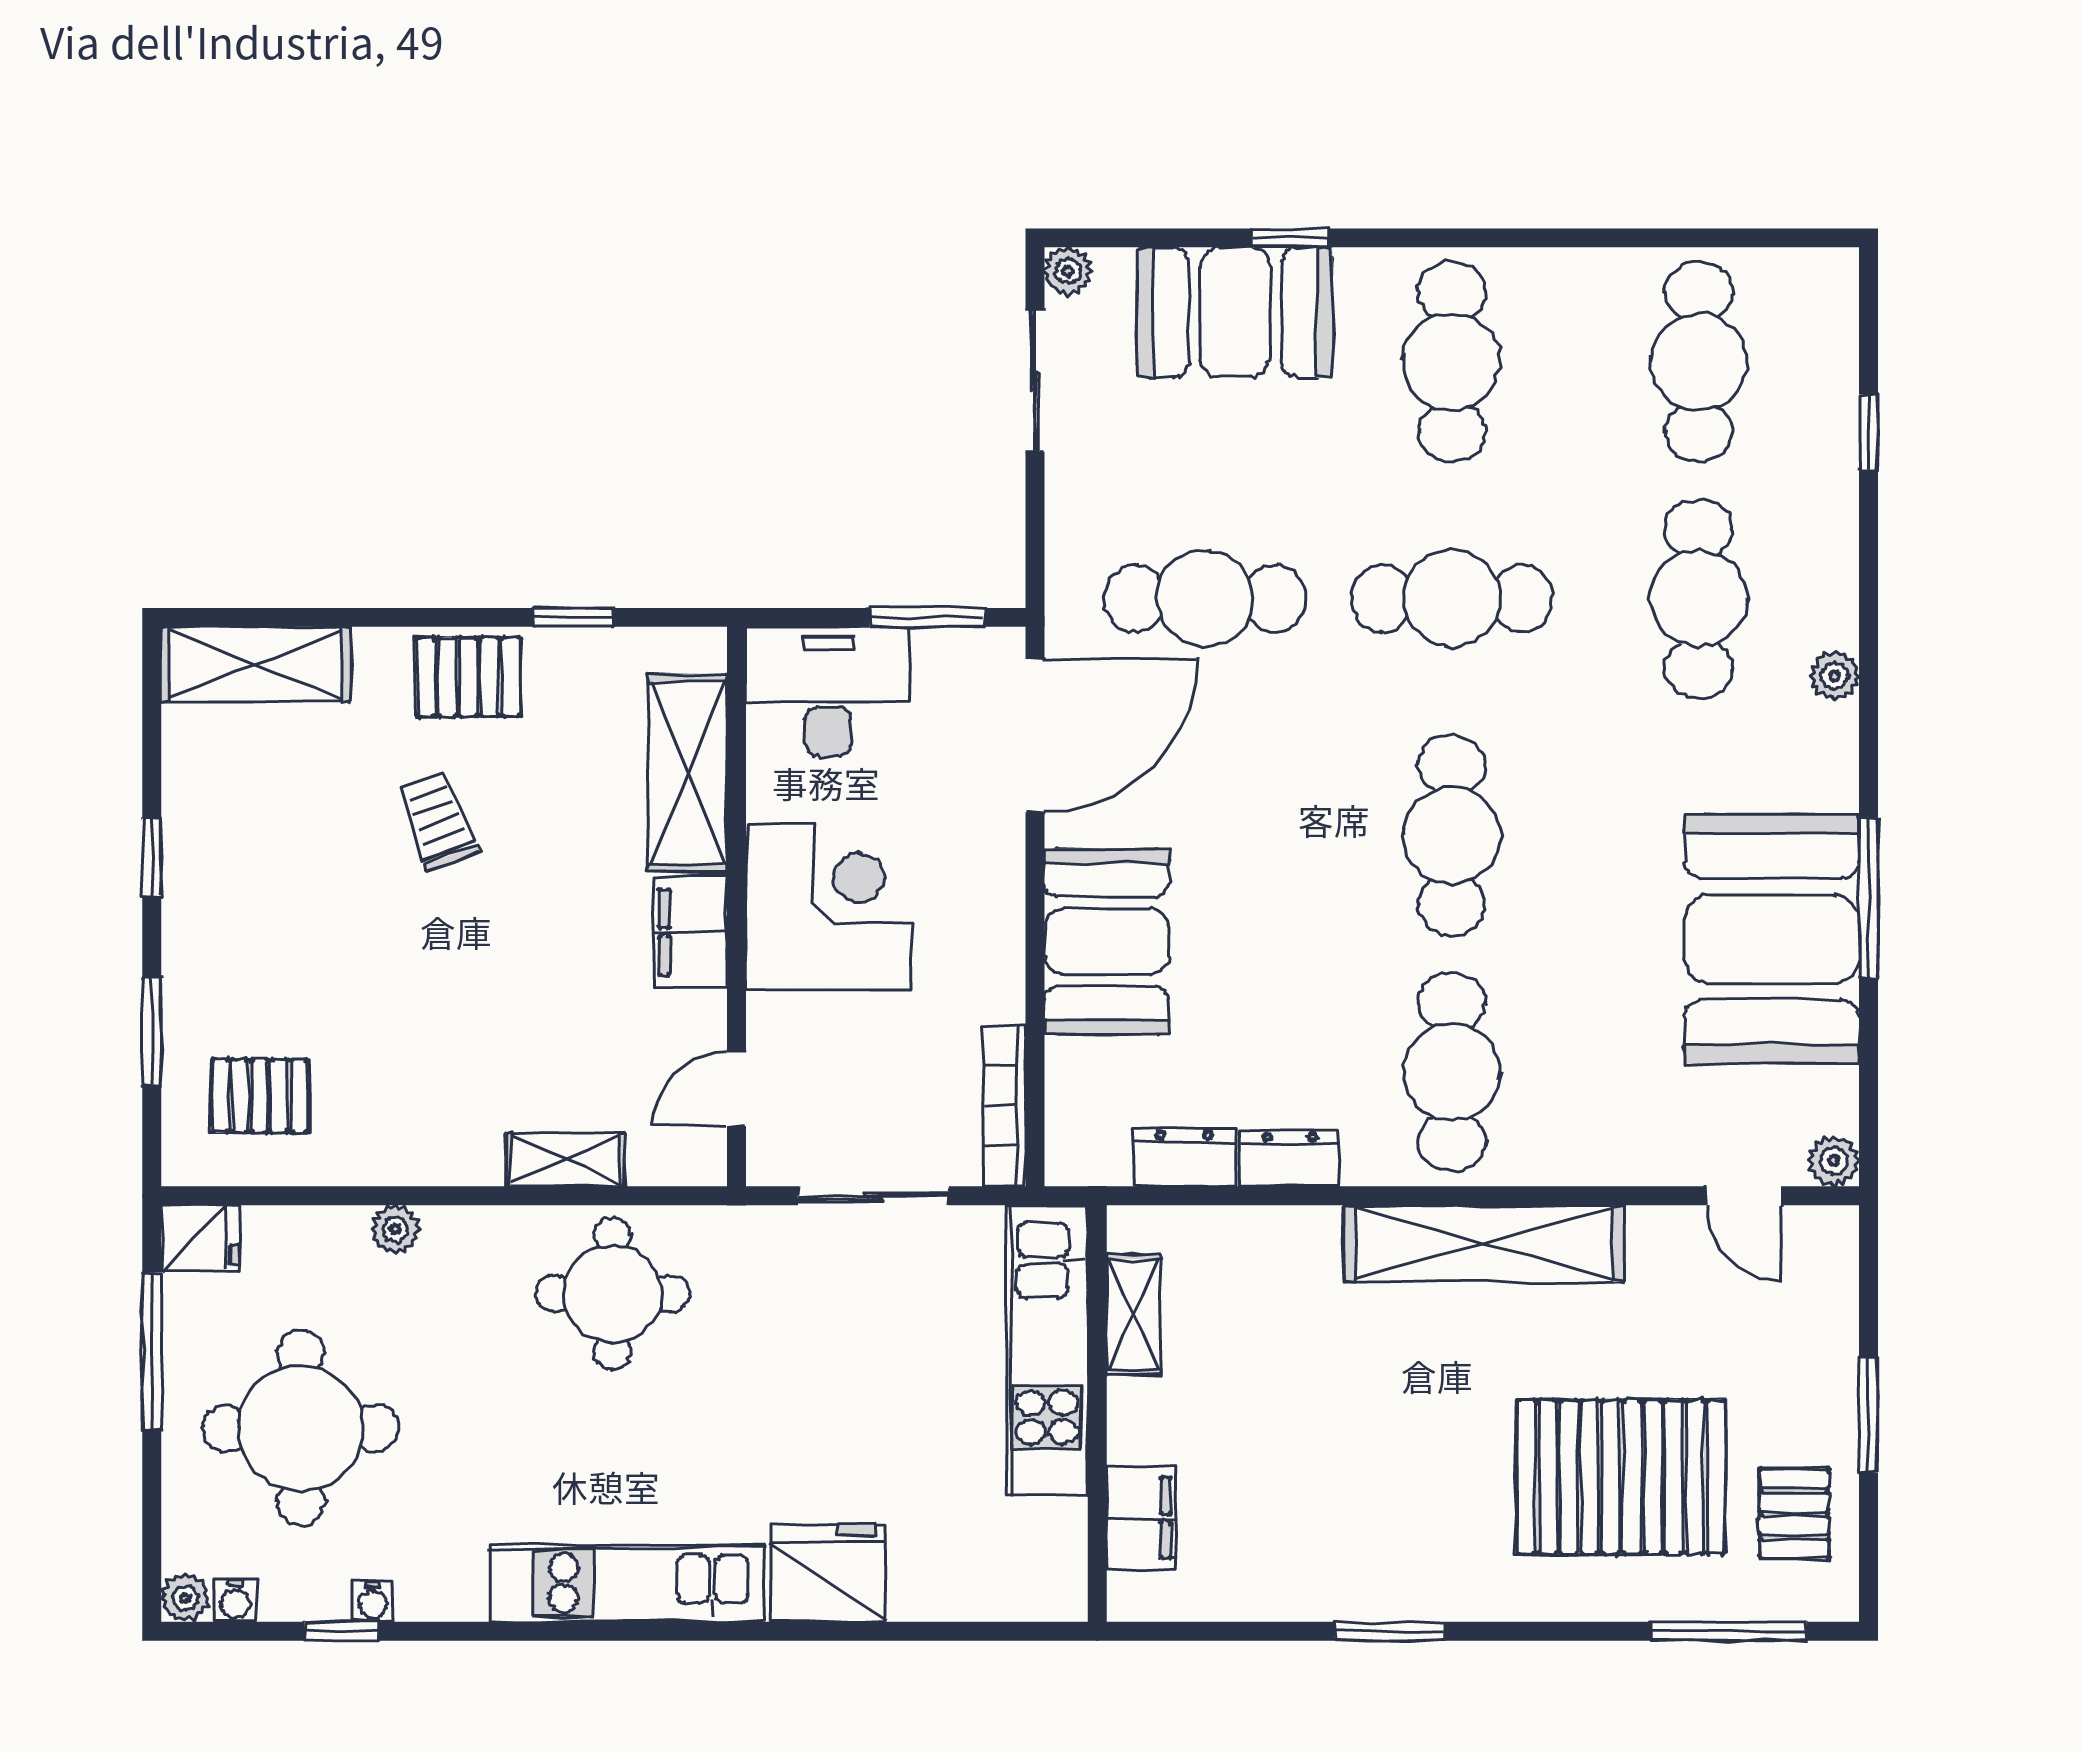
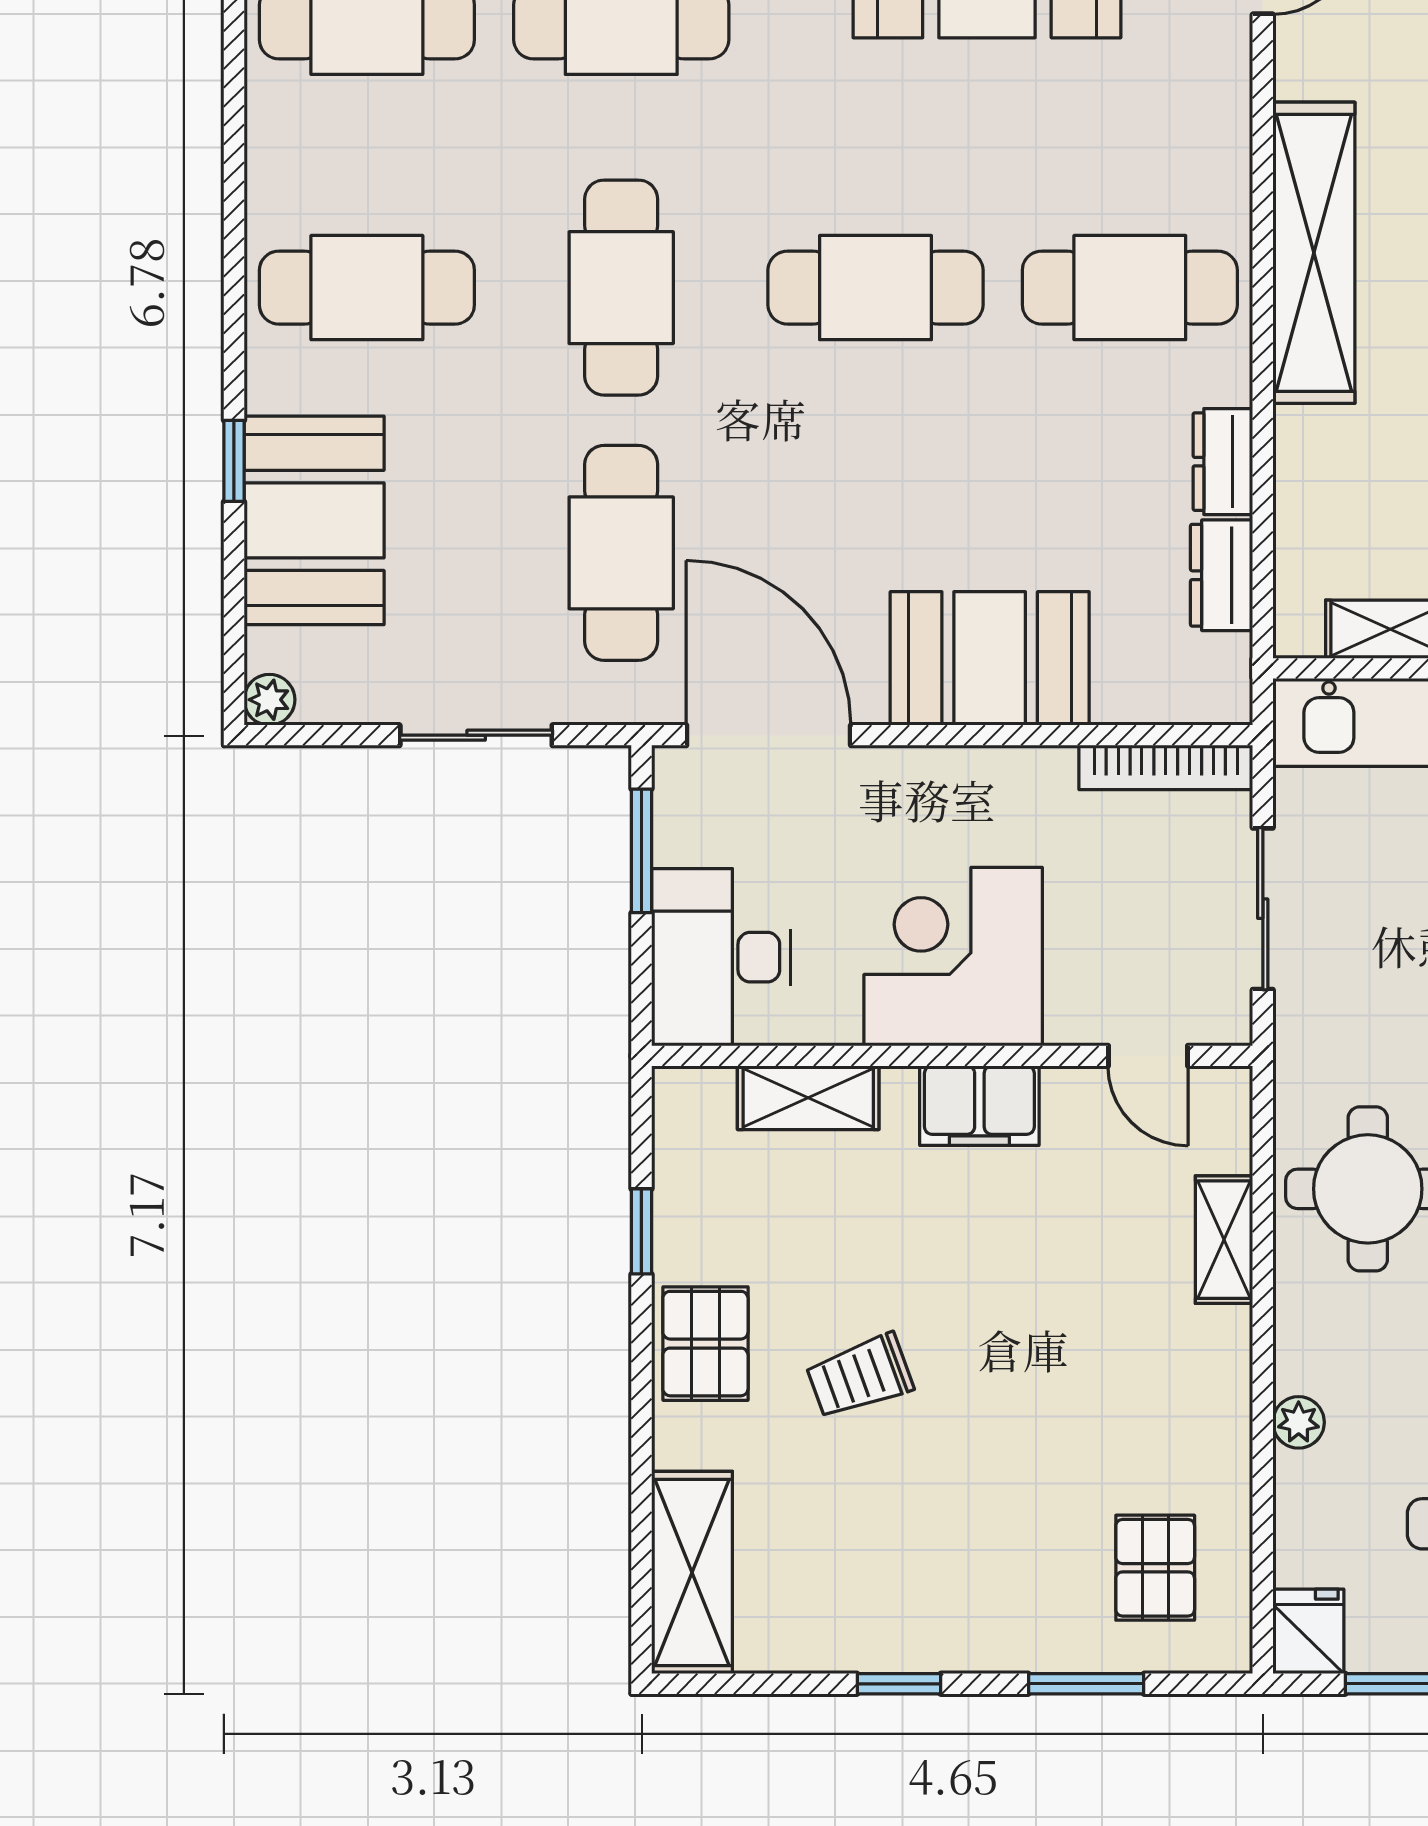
sliding door: (1035, 381) -> (476, 735), moved
shelving: (688, 773) -> (808, 1098), width x0.67, depth x0.75

